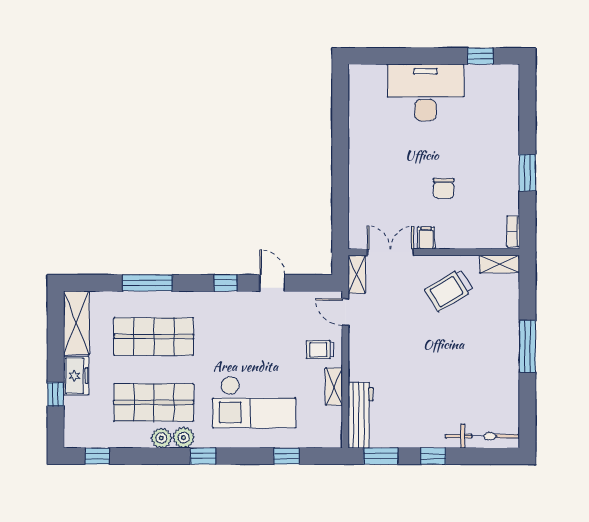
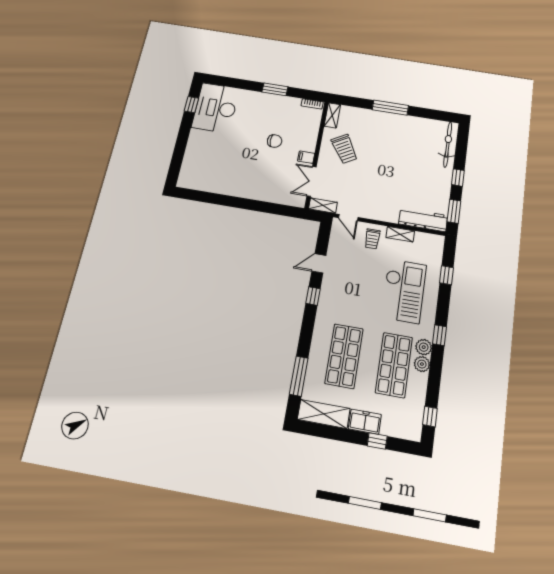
desk: (426, 92) -> (216, 108), moved
window: (147, 283) -> (299, 376), moved
door: (345, 312) -> (348, 218), hinge flipped

